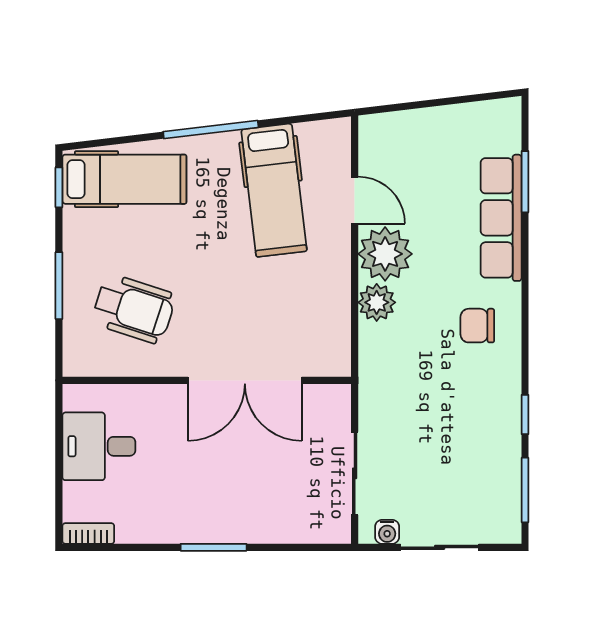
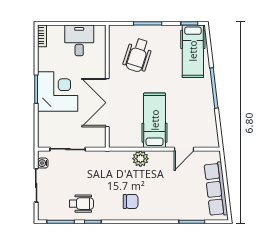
hospital bed: (274, 190) -> (155, 120), moved, turned 97
row of seats: (501, 218) -> (216, 189), moved, turned -97
plant: (385, 254) -> (161, 162), removed
chair: (477, 326) -> (131, 201), turned 90
wheelchair: (482, 441) -> (81, 204), added
corner desk: (219, 497) -> (58, 91), added

